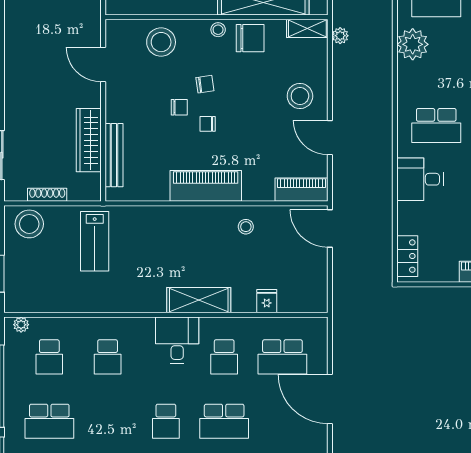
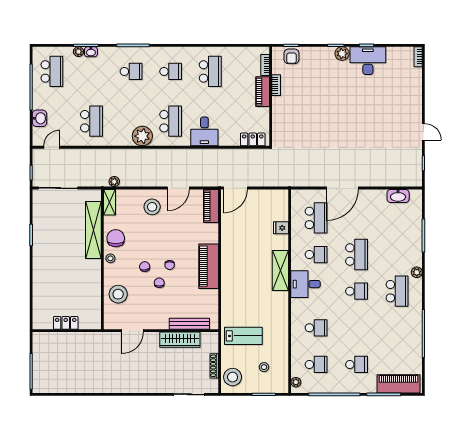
plant: (413, 44) -> (142, 136), moved
stool: (246, 227) -> (264, 367), moved
school desk: (49, 421) -> (357, 364), width x0.54

